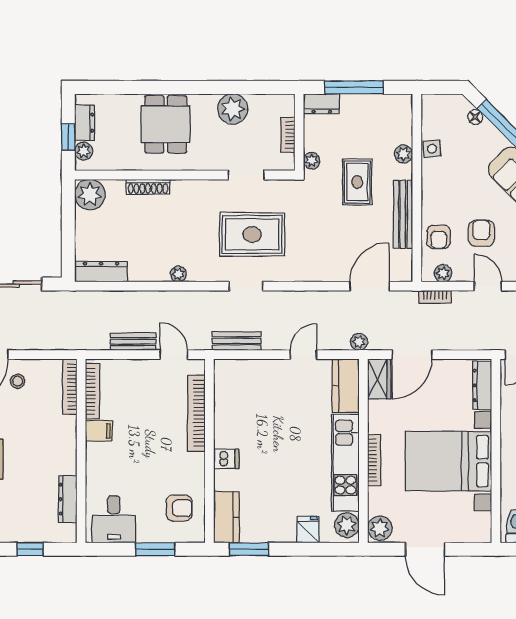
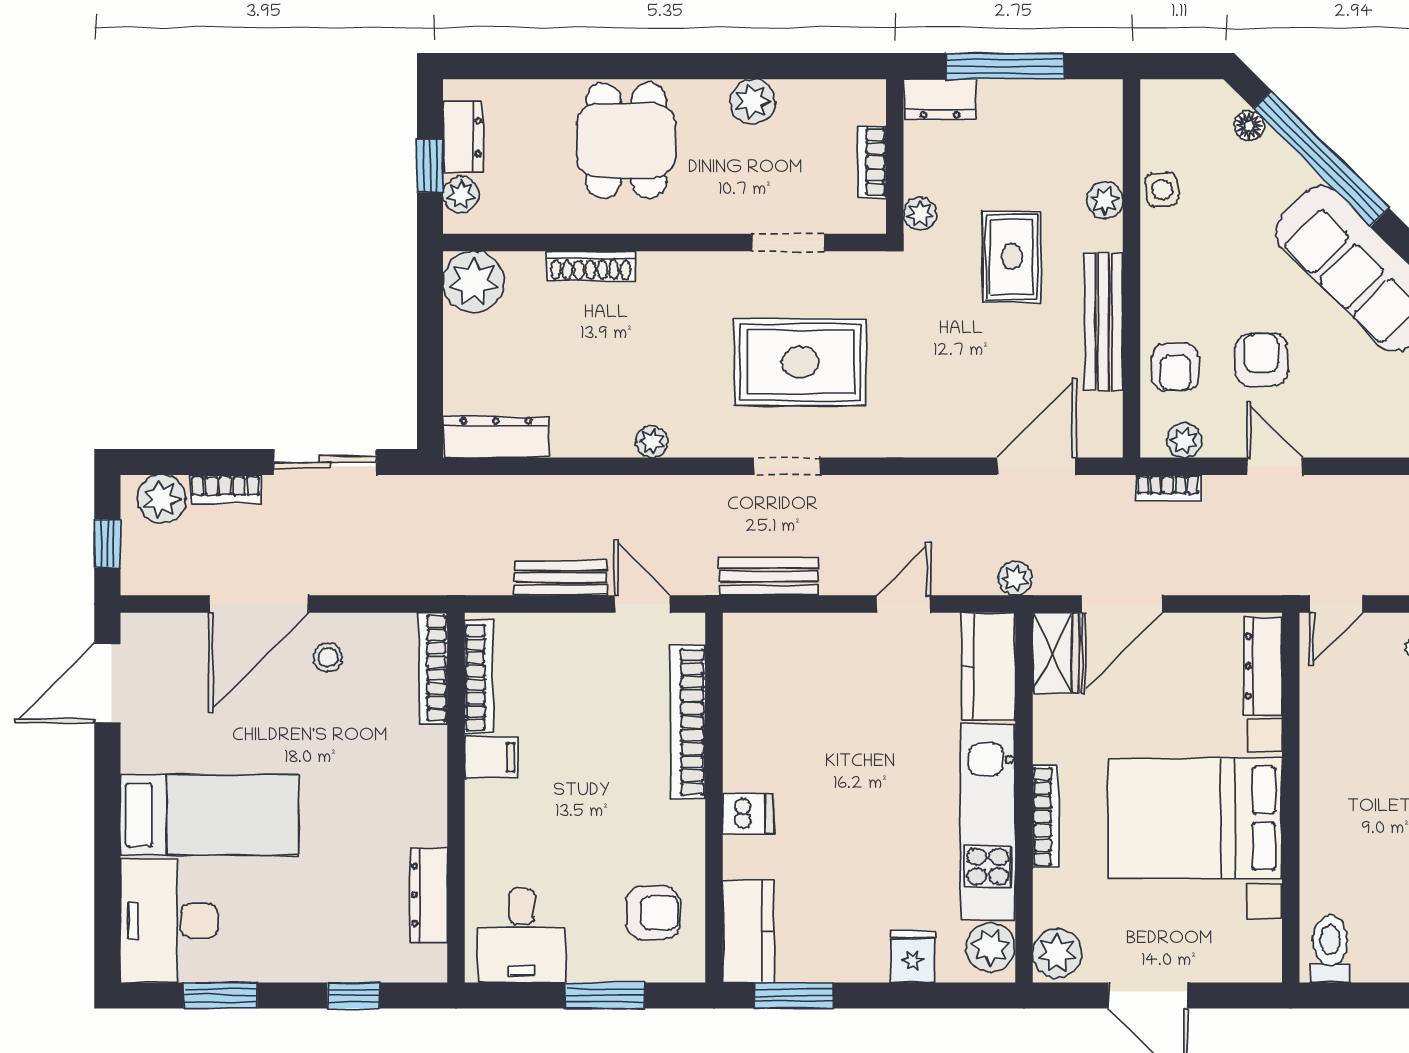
plant: (233, 109) -> (753, 101), width x0.73, depth x0.73

